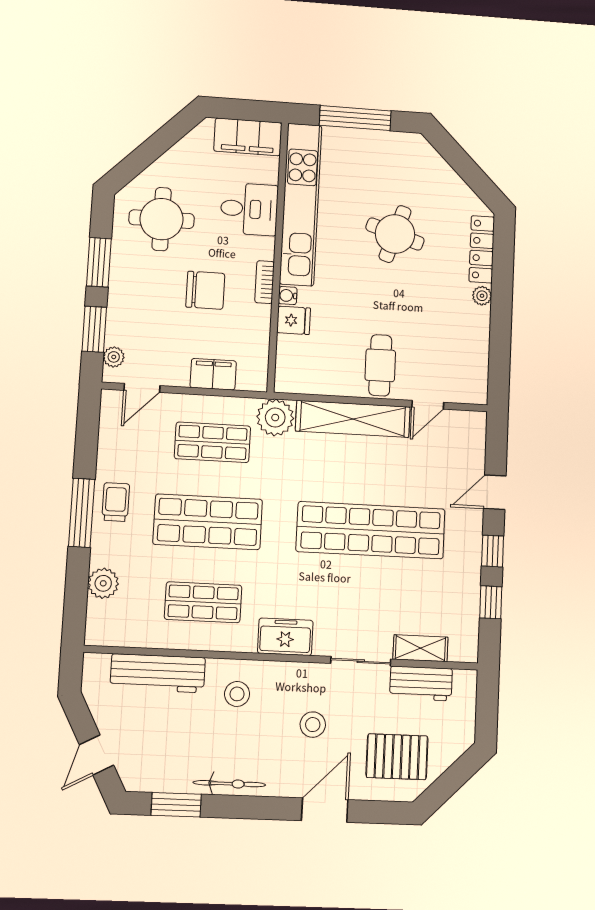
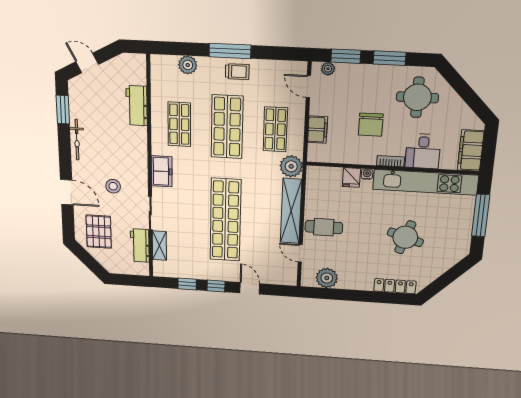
bookcase: (265, 282) -> (391, 161), moved
plant: (482, 296) -> (327, 278), moved, width x1.88, depth x1.88
workbench: (158, 673) -> (137, 106), width x0.73
stool: (237, 694) -> (128, 144), removed

